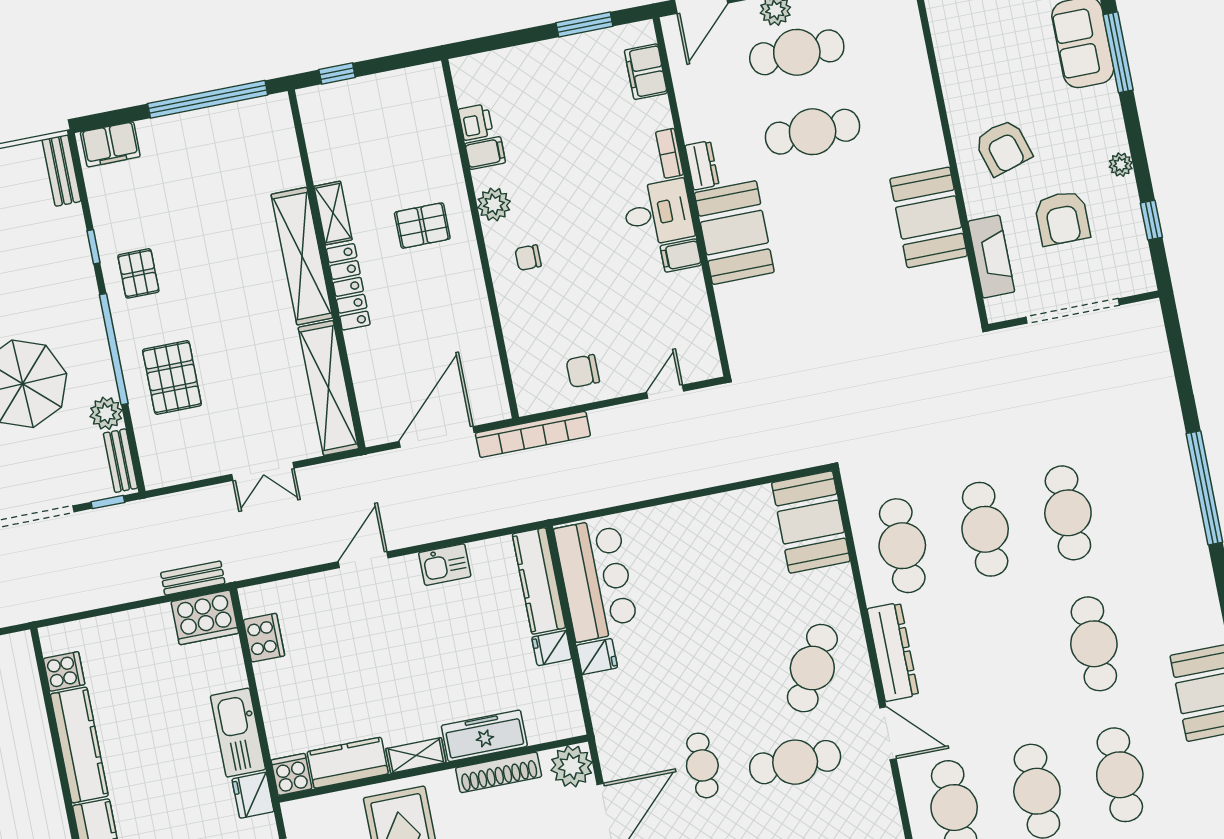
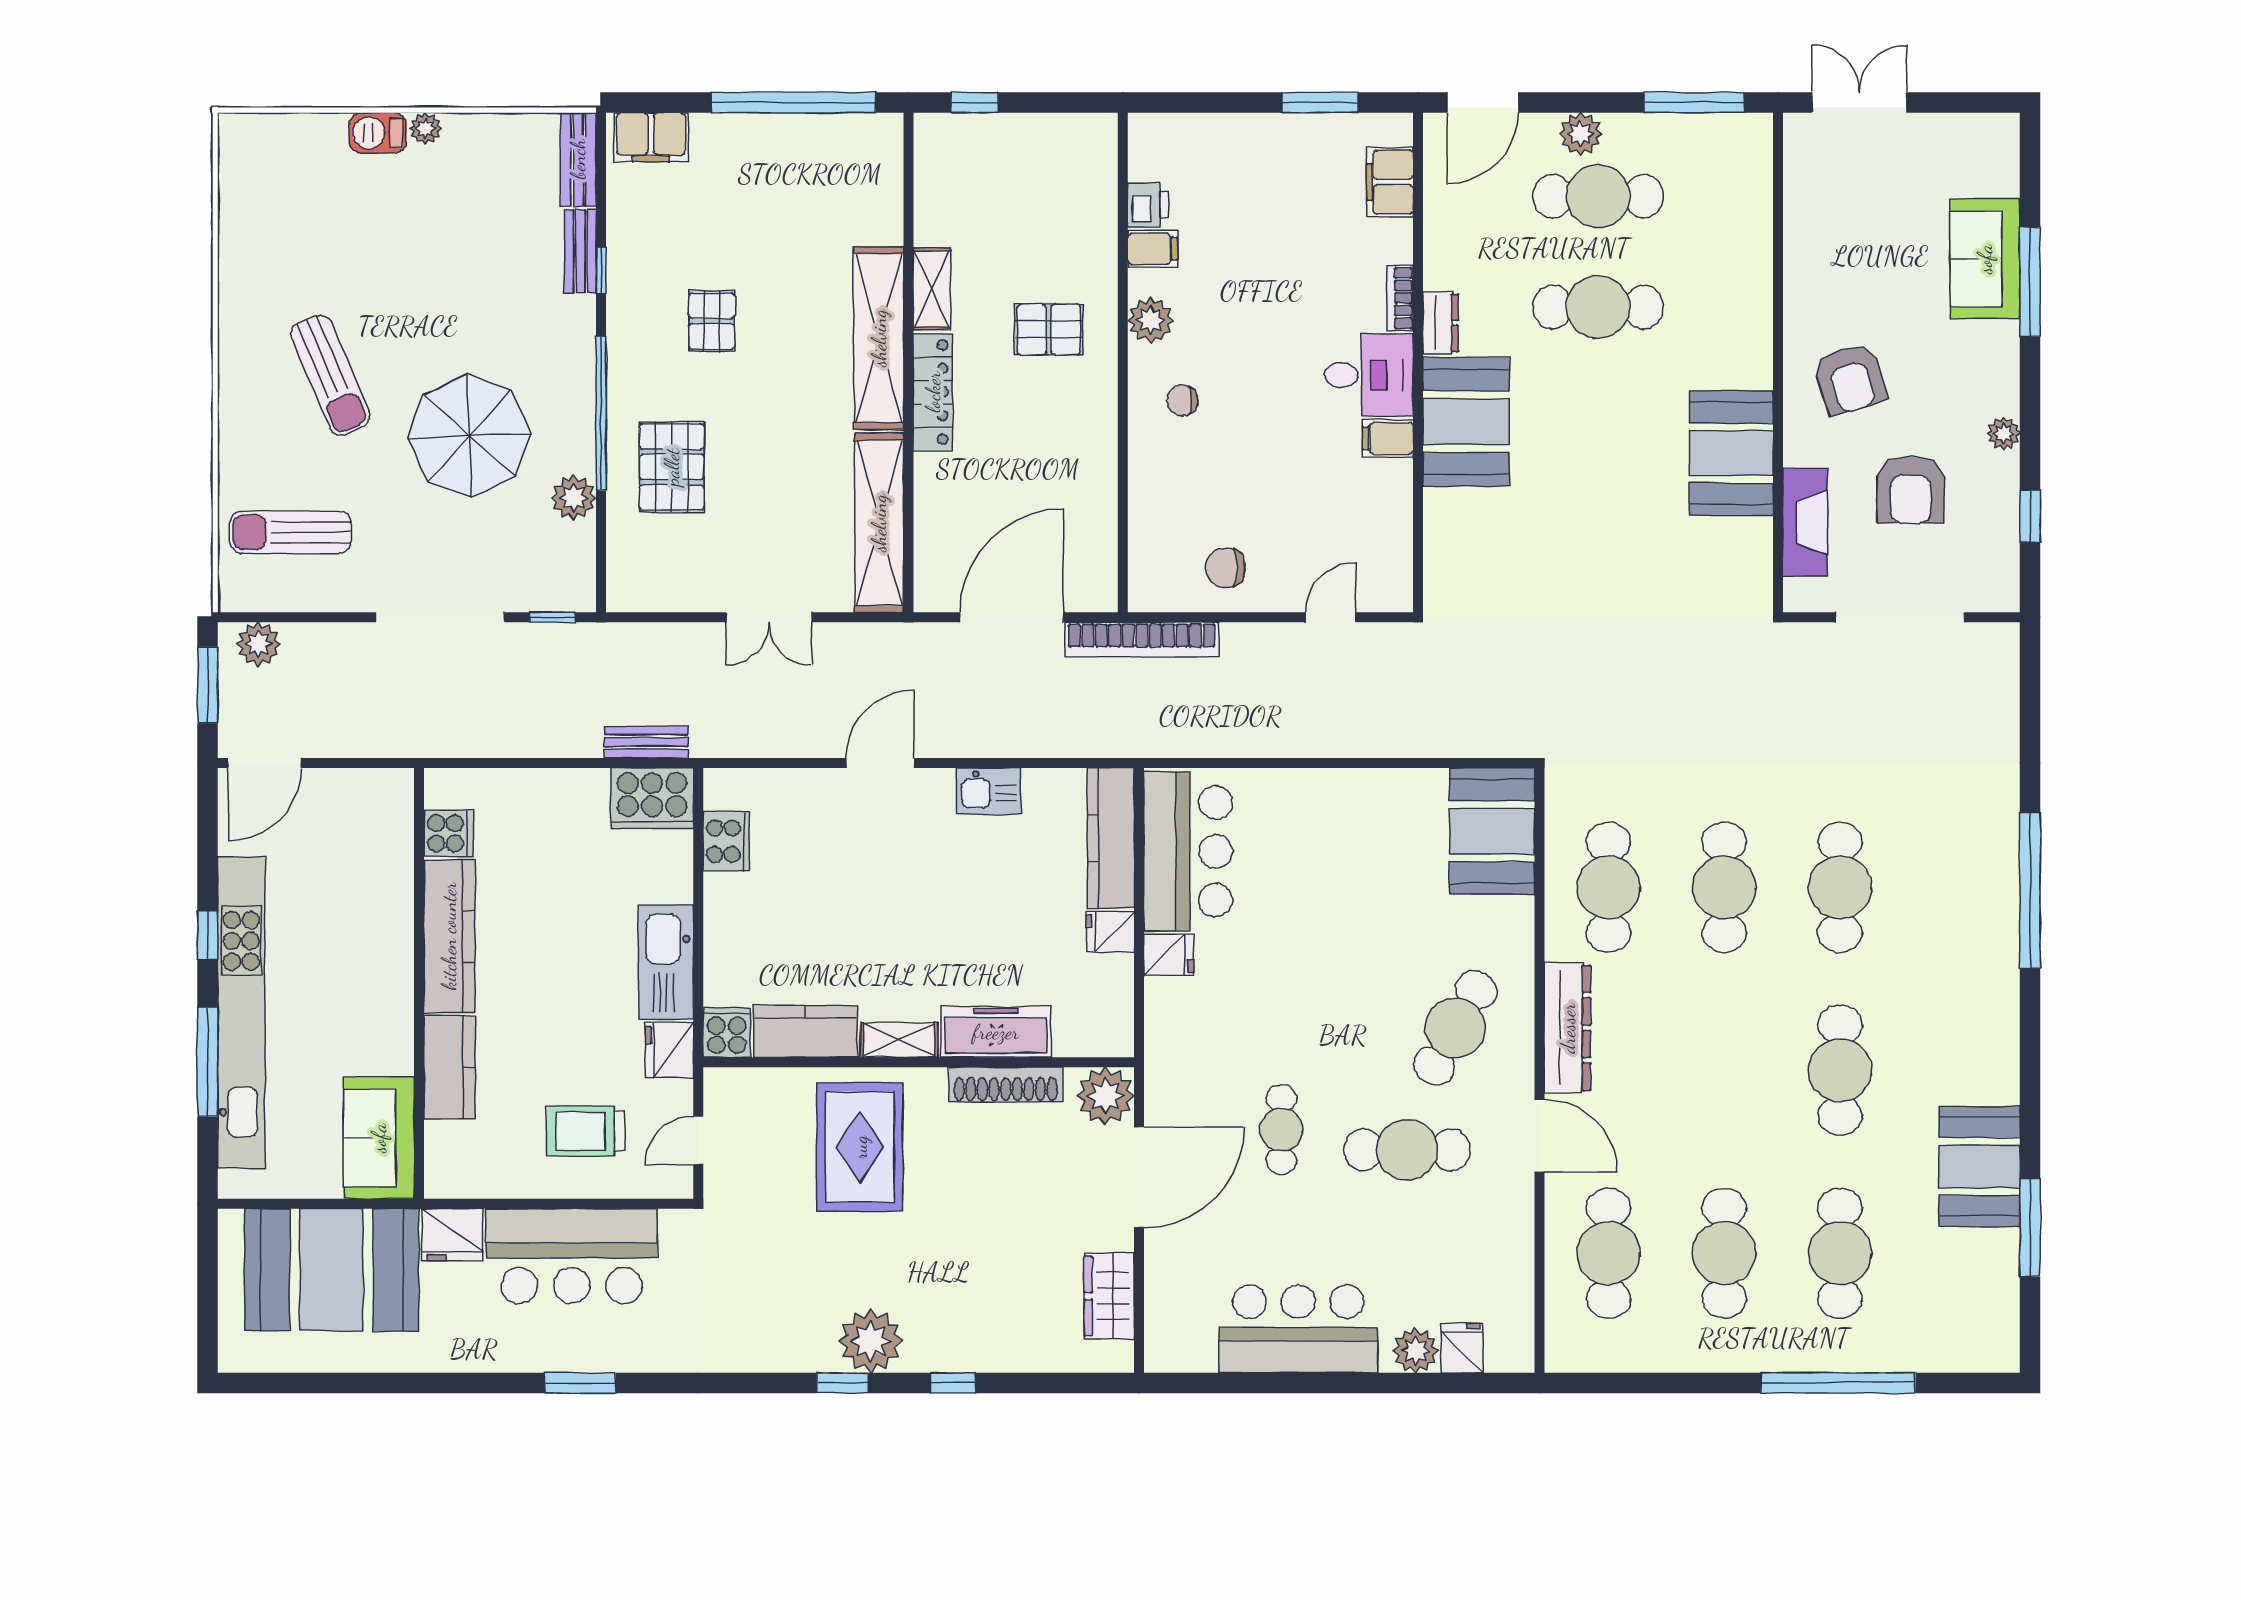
pallet: (138, 273) -> (712, 321), moved
bench: (120, 461) -> (580, 251), moved

